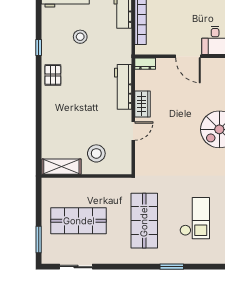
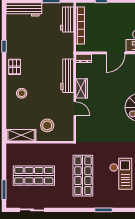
stool: (80, 37) -> (22, 93), moved
door: (188, 56) -> (116, 53), hinge flipped
door: (133, 131) -> (75, 109), hinge flipped

